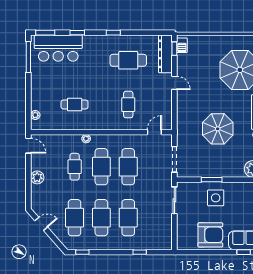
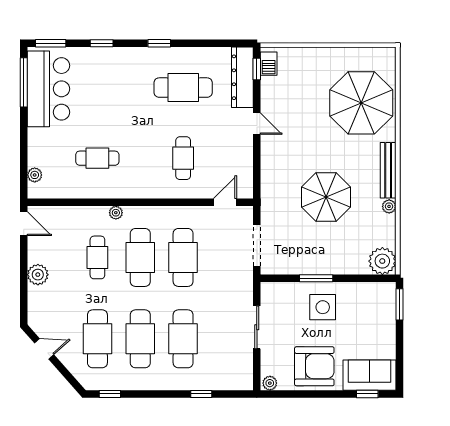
bar counter: (58, 48) -> (48, 89), moved, turned -90
sliding door: (174, 200) -> (257, 327), moved
plant: (183, 245) -> (270, 383), added

